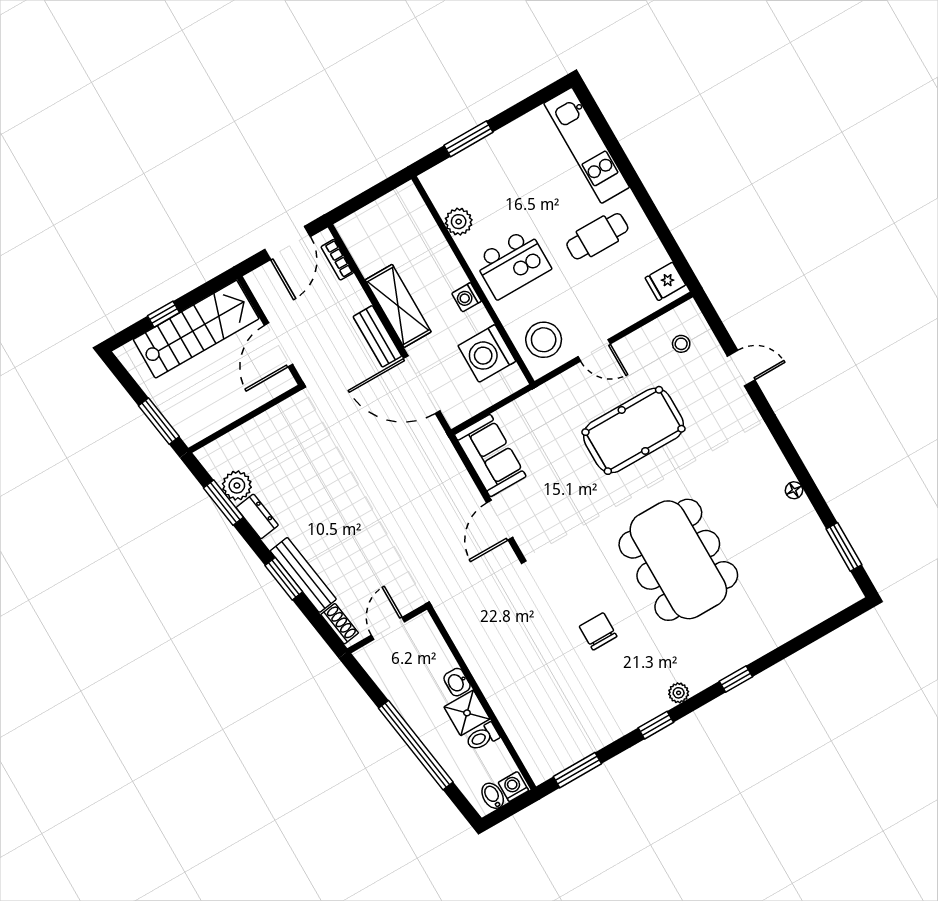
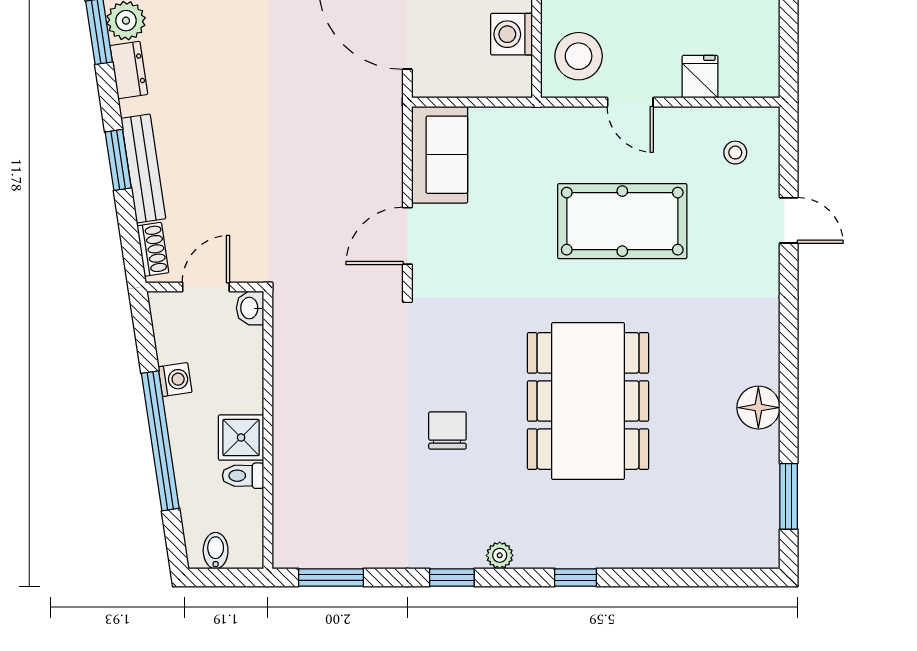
fridge: (665, 281) -> (700, 77), moved, turned 90
washing machine: (487, 353) -> (511, 34), width x0.73, depth x0.73
floor lamp: (794, 490) -> (758, 408), width x1.89, depth x1.89
washbasin: (457, 682) -> (250, 308), moved
washing machine: (513, 787) -> (175, 380), moved, turned 81

